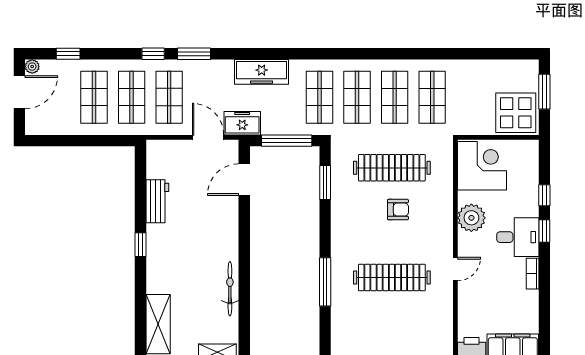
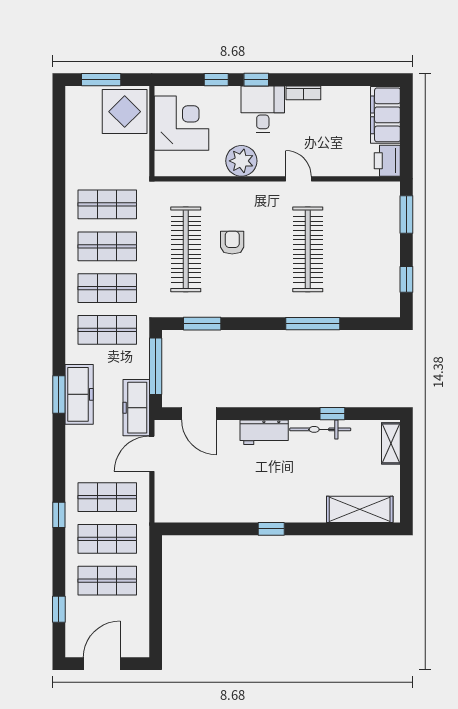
window: (194, 54) -> (59, 394), moved
plant: (32, 67) -> (73, 649), removed
door: (19, 92) -> (102, 664), hinge flipped
freezer: (242, 123) -> (136, 408), width x1.40
corner desk: (482, 166) -> (182, 123), moved, turned 90
workbench: (157, 201) -> (264, 432), moved, turned 180
window: (244, 300) -> (332, 414), added

